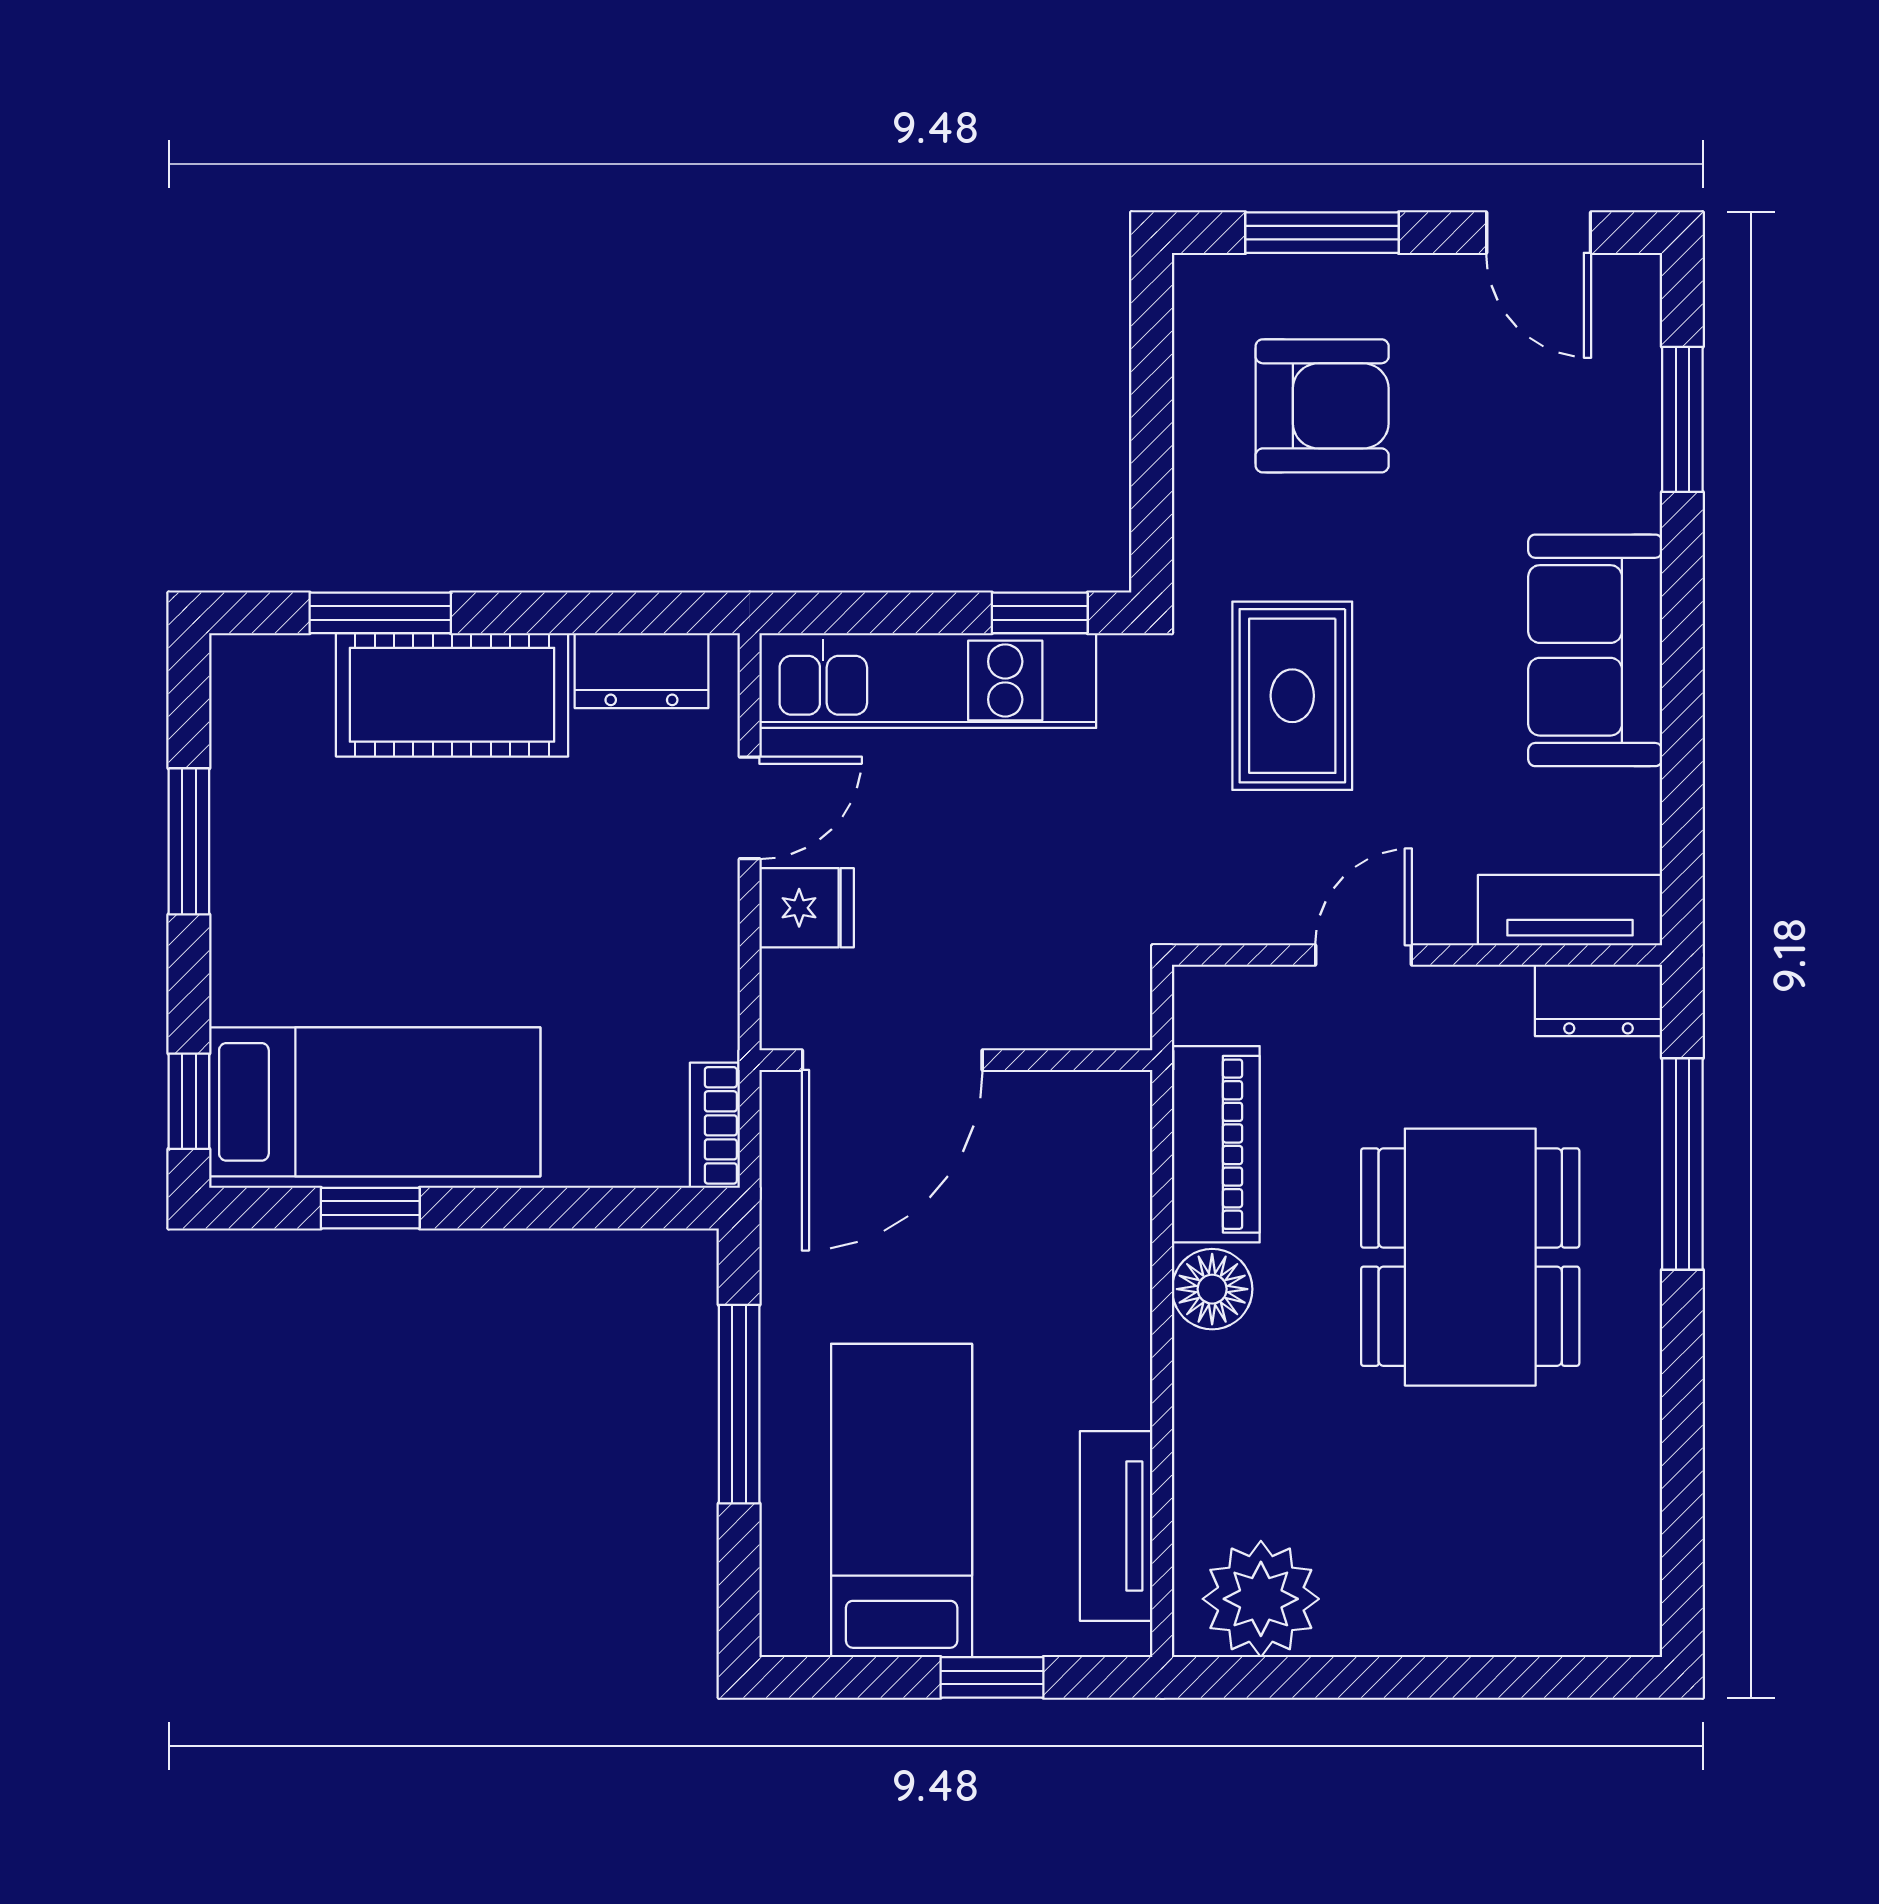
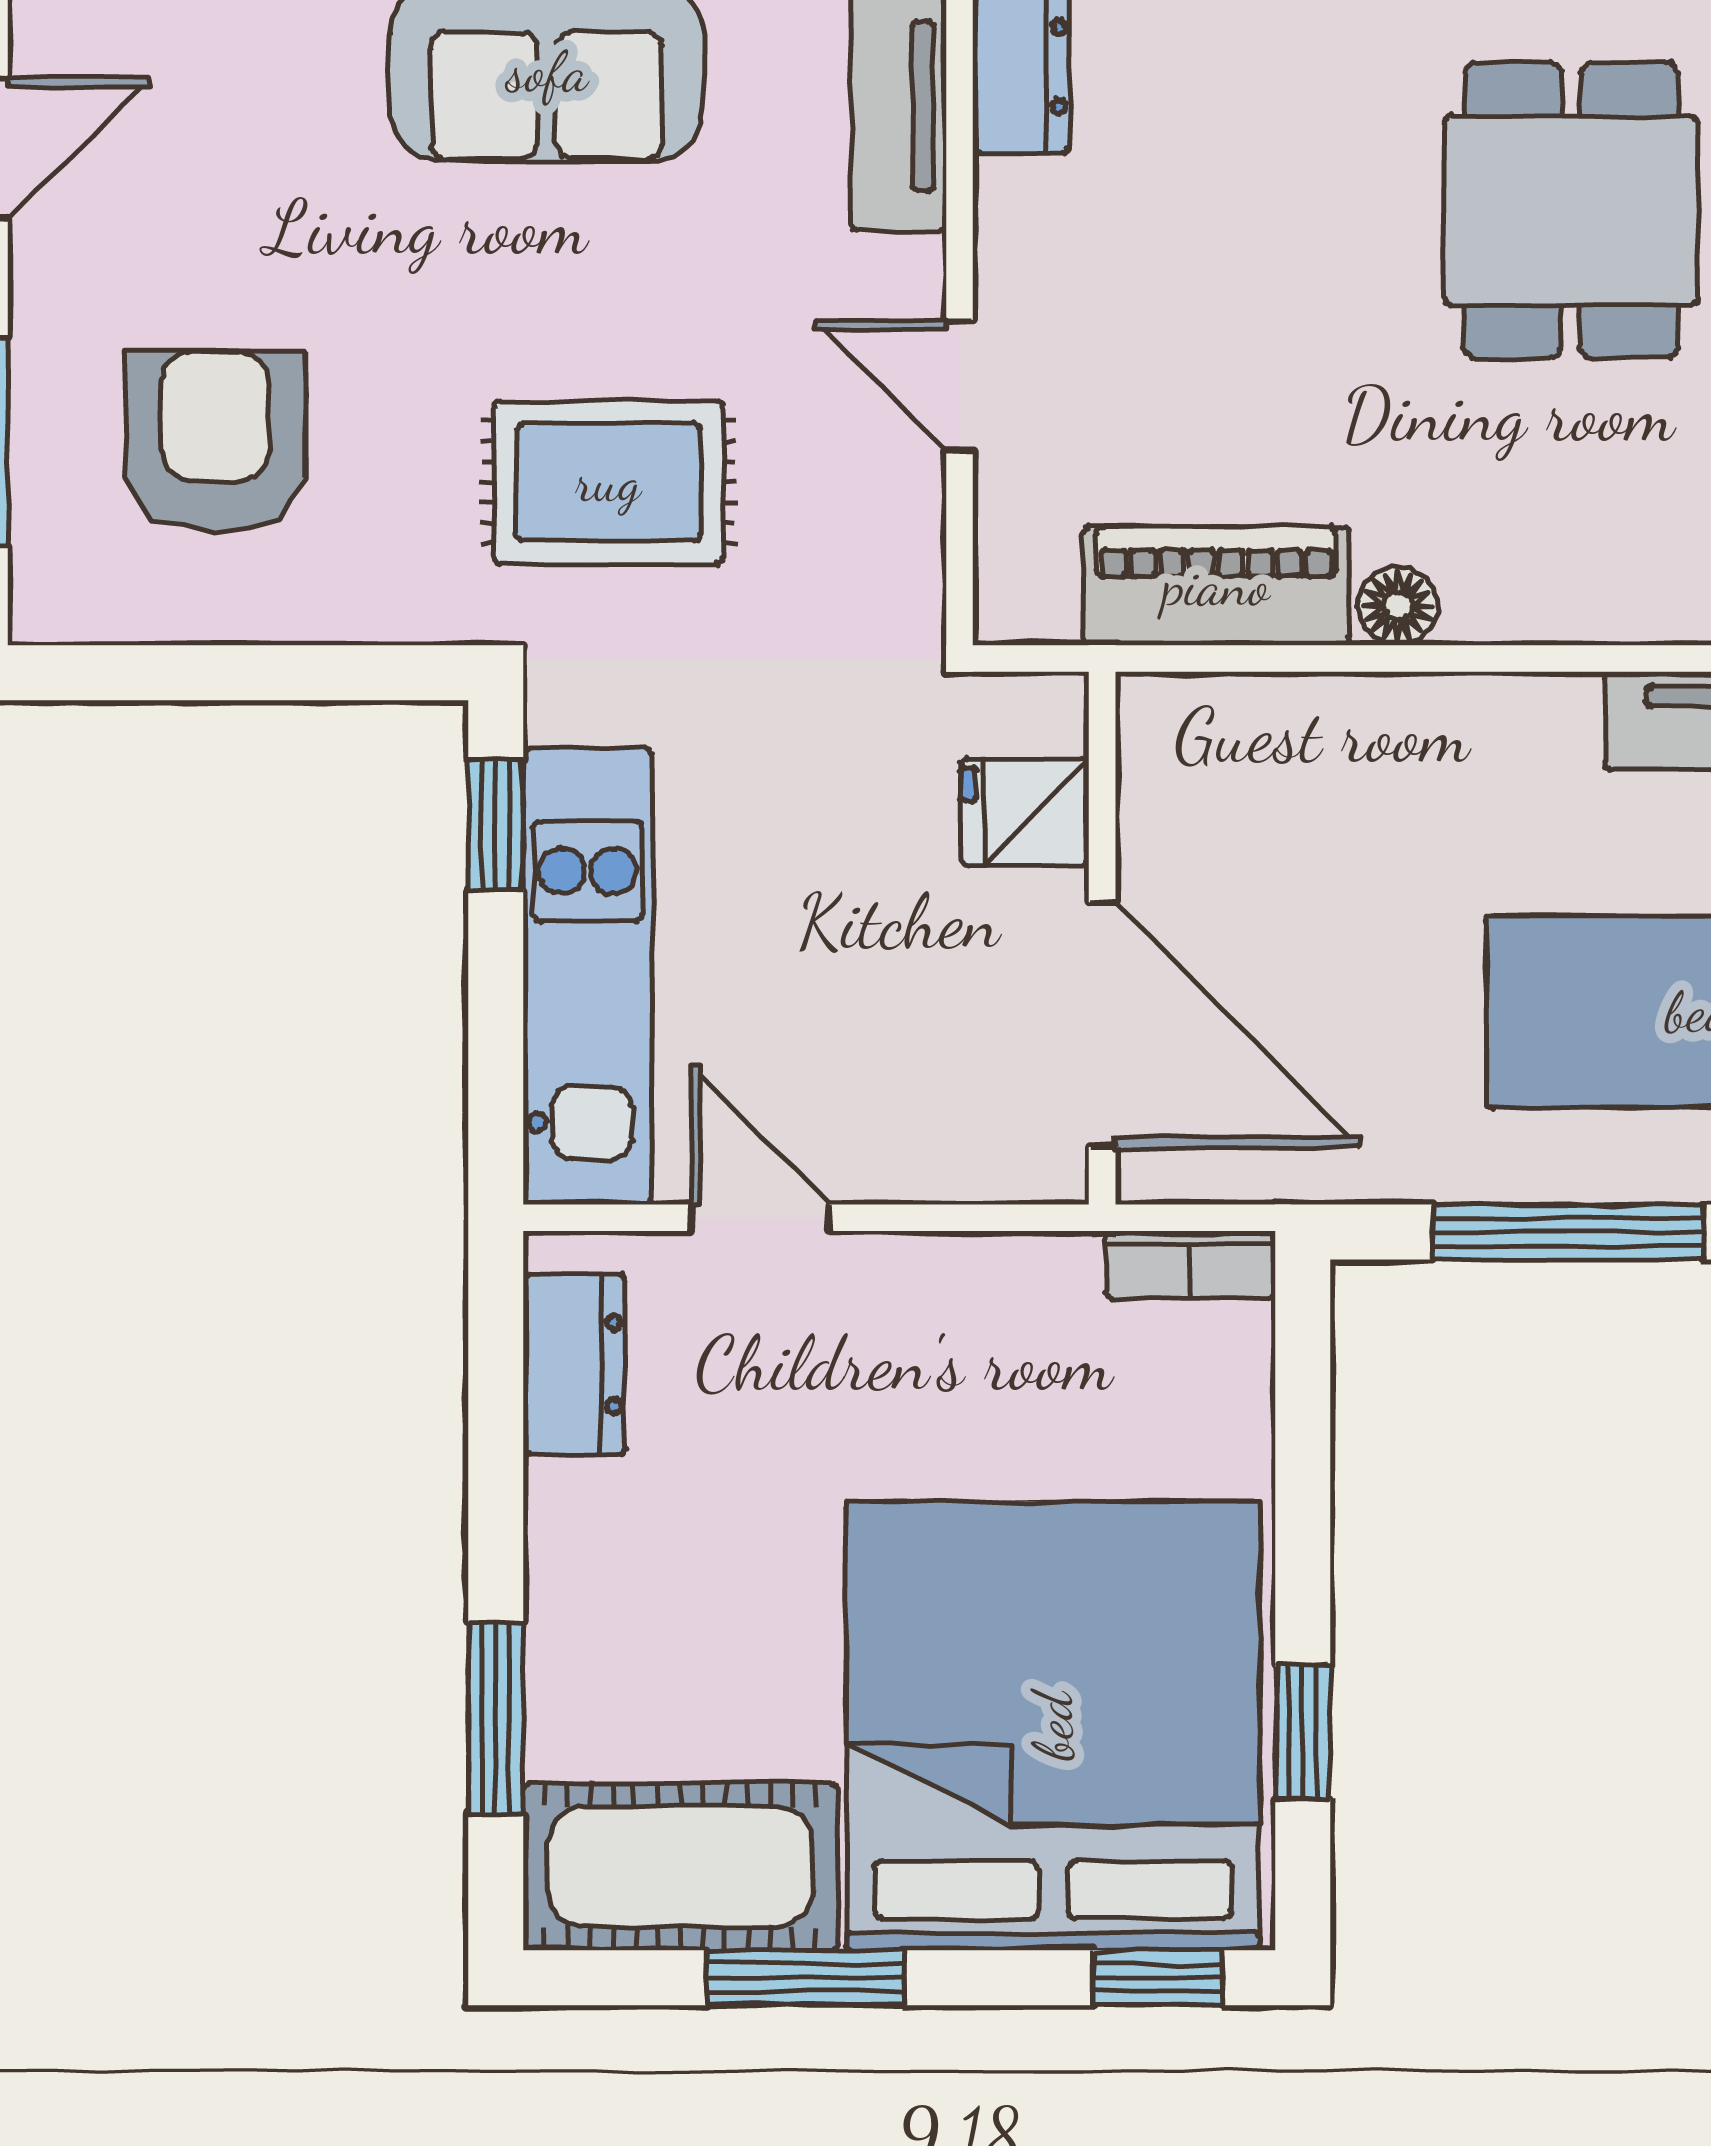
cot: (452, 695) -> (681, 1867), moved, turned 90
fridge: (807, 908) -> (1025, 812), moved, turned -90
bed: (375, 1102) -> (1053, 1726), width x2.04
dining table: (1470, 1257) -> (1571, 210), moved, width x0.73
floor lamp: (1212, 1289) -> (1398, 606), width x0.73, depth x0.73

